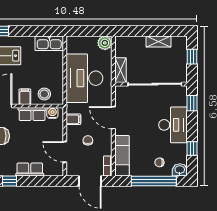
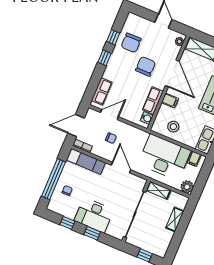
shelving: (158, 41) -> (175, 219), moved
stool: (44, 94) -> (173, 127), moved
window: (192, 103) -> (92, 233), moved
door: (113, 118) -> (121, 168), hinge flipped
filing cabinet: (73, 119) -> (194, 159), moved
row of seats: (30, 170) -> (102, 91), moved
washbasin: (180, 170) -> (54, 205), removed

